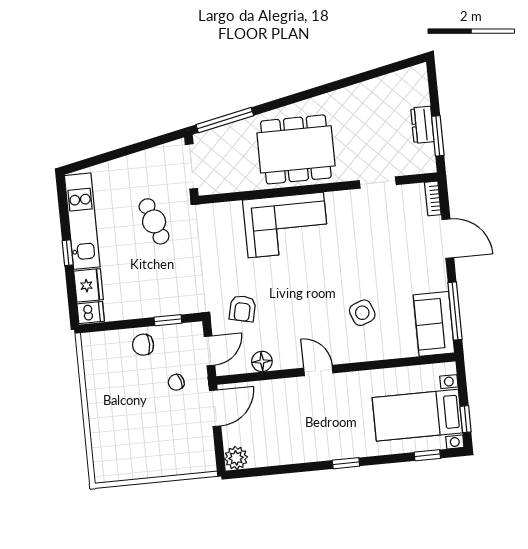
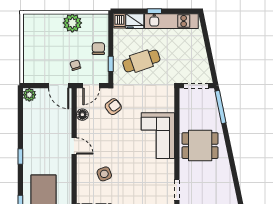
dining table: (296, 149) -> (200, 146), width x0.73
cafe table: (154, 221) -> (141, 61), moved, width x1.37, depth x1.35
armchair: (243, 309) -> (113, 107), turned 130
door: (209, 351) -> (91, 86), hinge flipped
door: (318, 371) -> (74, 146), hinge flipped
plant: (103, 395) -> (72, 23), added

